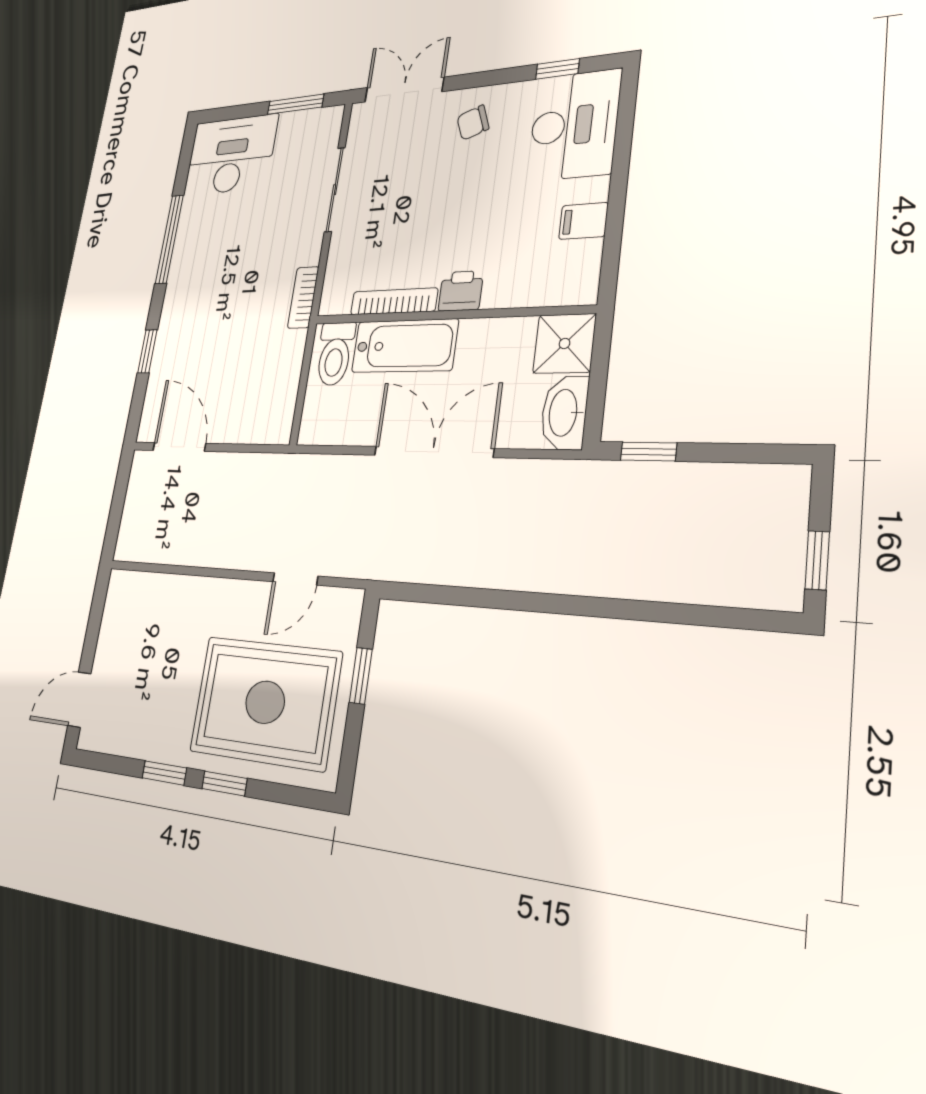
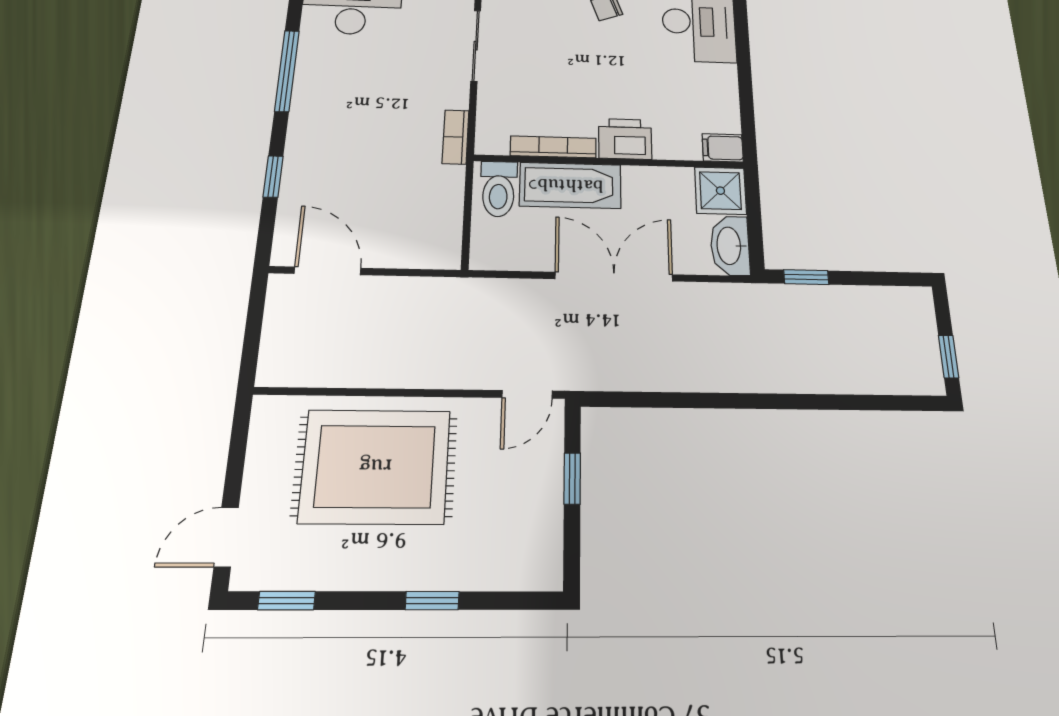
filing cabinet: (583, 221) -> (723, 148), moved
printer: (461, 291) -> (625, 139), width x1.36, depth x1.24
door: (295, 579) -> (527, 394), moved
rug: (265, 702) -> (375, 466), moved
window: (164, 773) -> (287, 601), moved

